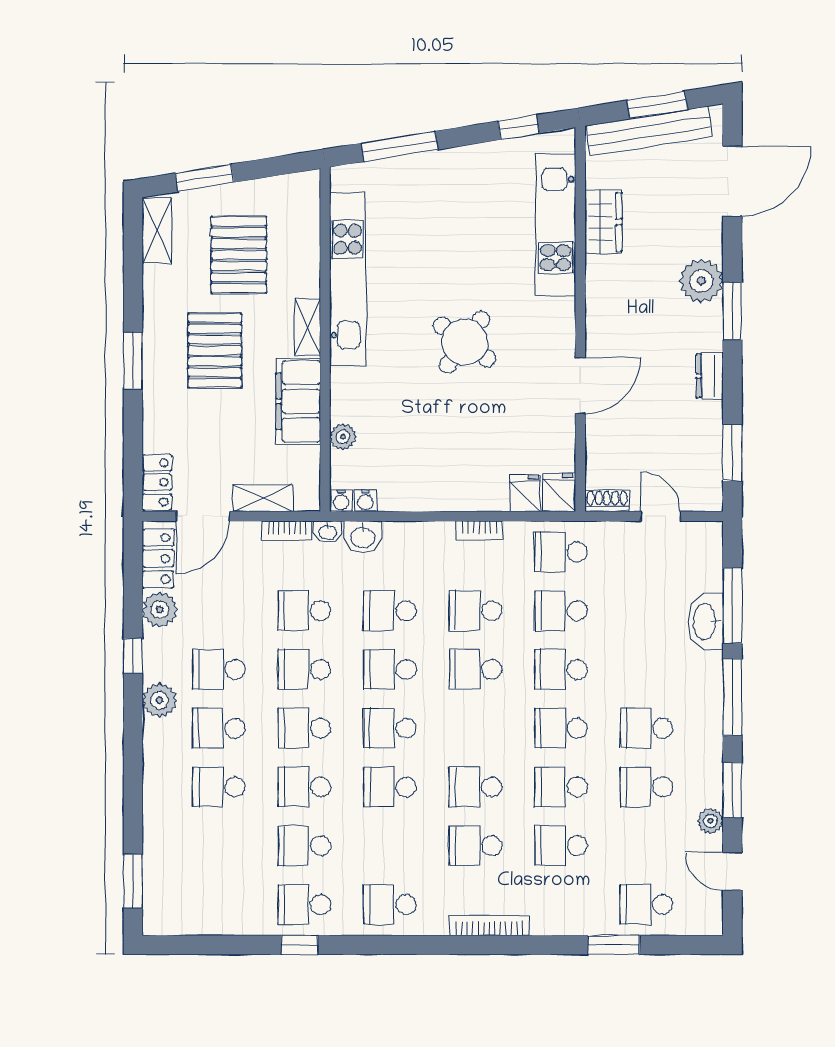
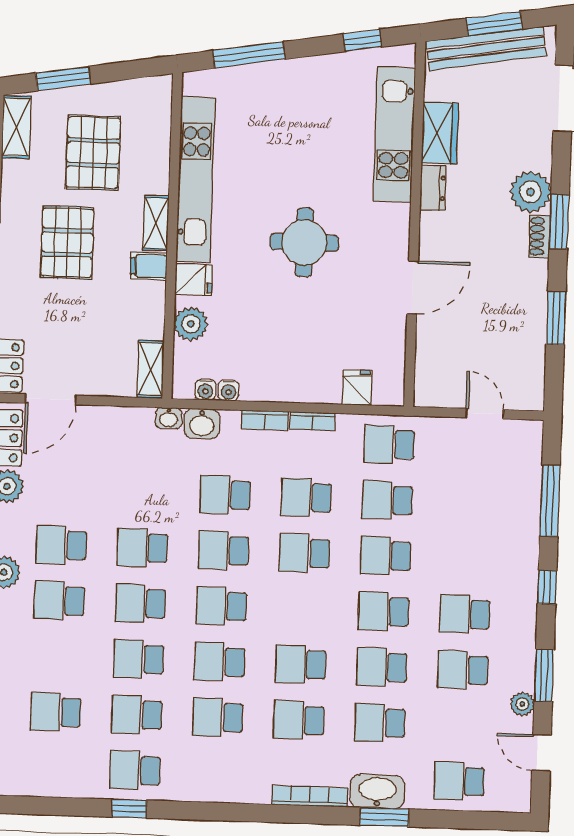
round table: (465, 342) -> (304, 242), turned -36
dresser: (710, 376) -> (433, 188), moved, turned 180
filing cabinet: (298, 401) -> (149, 266), width x0.33, depth x0.86
plant: (343, 437) -> (191, 324), width x1.38, depth x1.38
window: (732, 453) -> (556, 318), moved
fridge: (559, 492) -> (194, 279), moved, turned 90
shelving: (263, 498) -> (151, 369), moved, turned 90
water cooler: (341, 501) -> (228, 390), moved
shoe rack: (607, 501) -> (540, 236), moved, turned -90
bookcase: (287, 531) -> (265, 420), moved
school desk: (304, 611) -> (144, 492), removed
washbasin: (706, 622) -> (377, 791), moved, turned 90
window: (732, 697) -> (547, 587), width x0.46
school desk: (219, 787) -> (56, 712), moved
school desk: (390, 904) -> (218, 717), moved
window: (614, 945) -> (384, 817), moved

